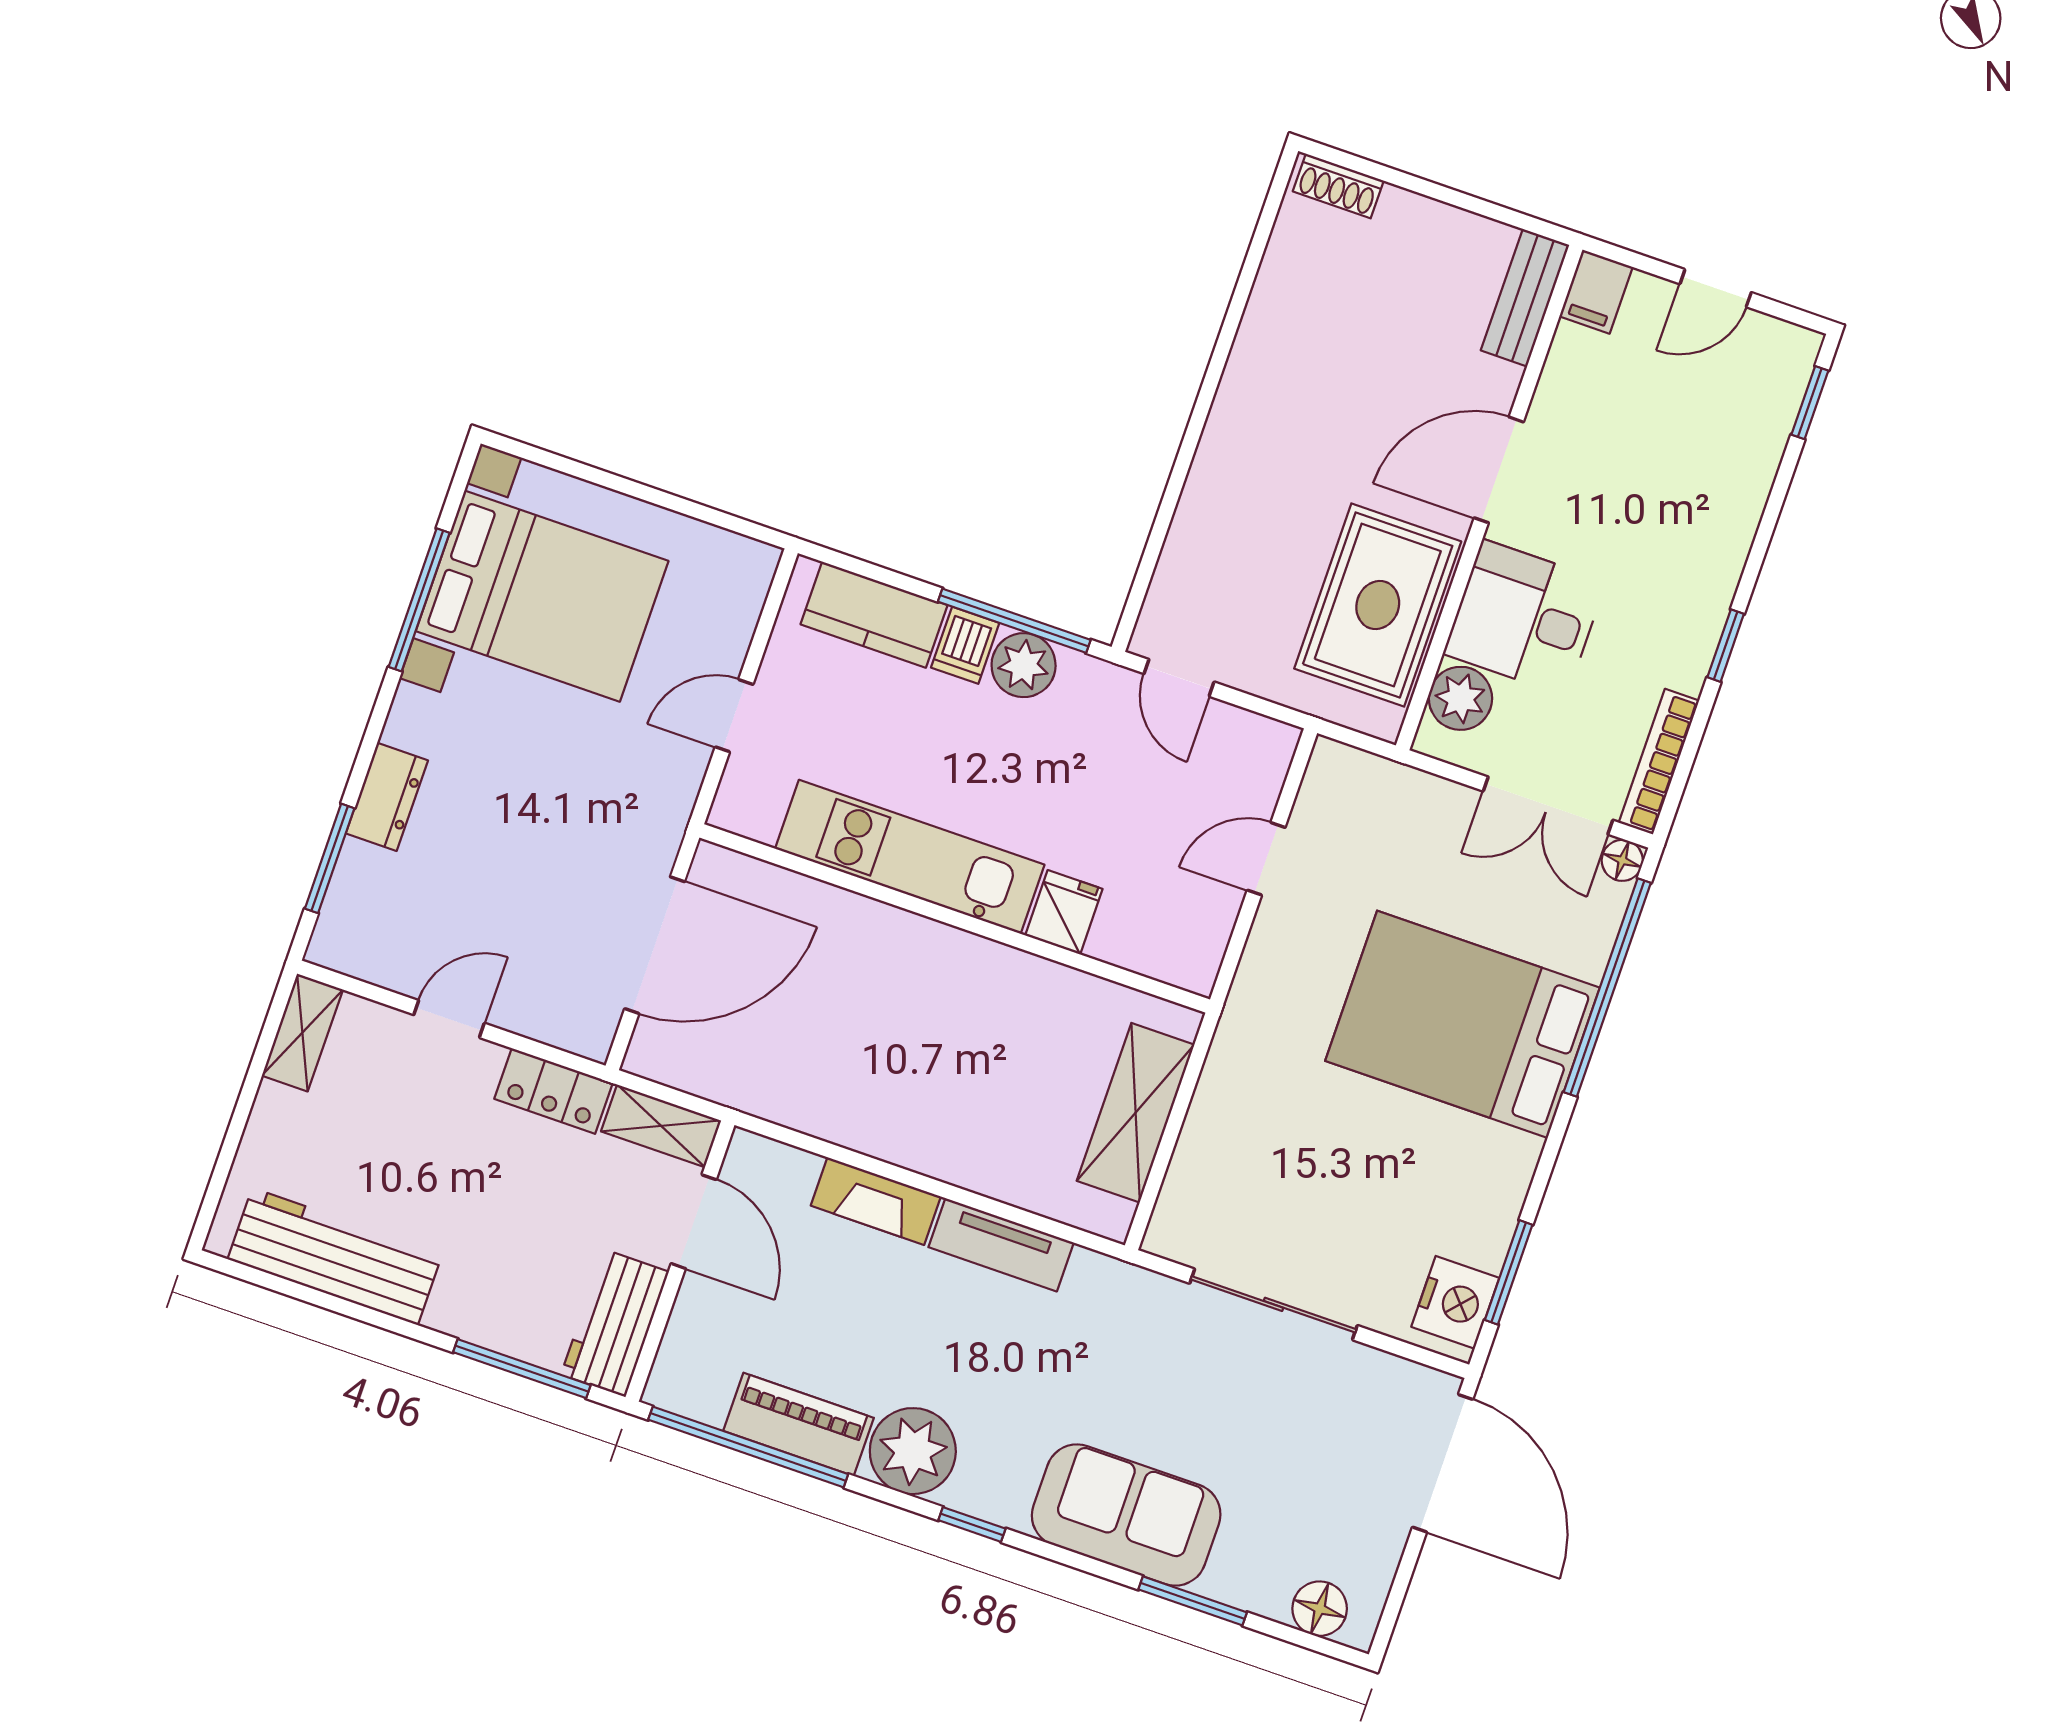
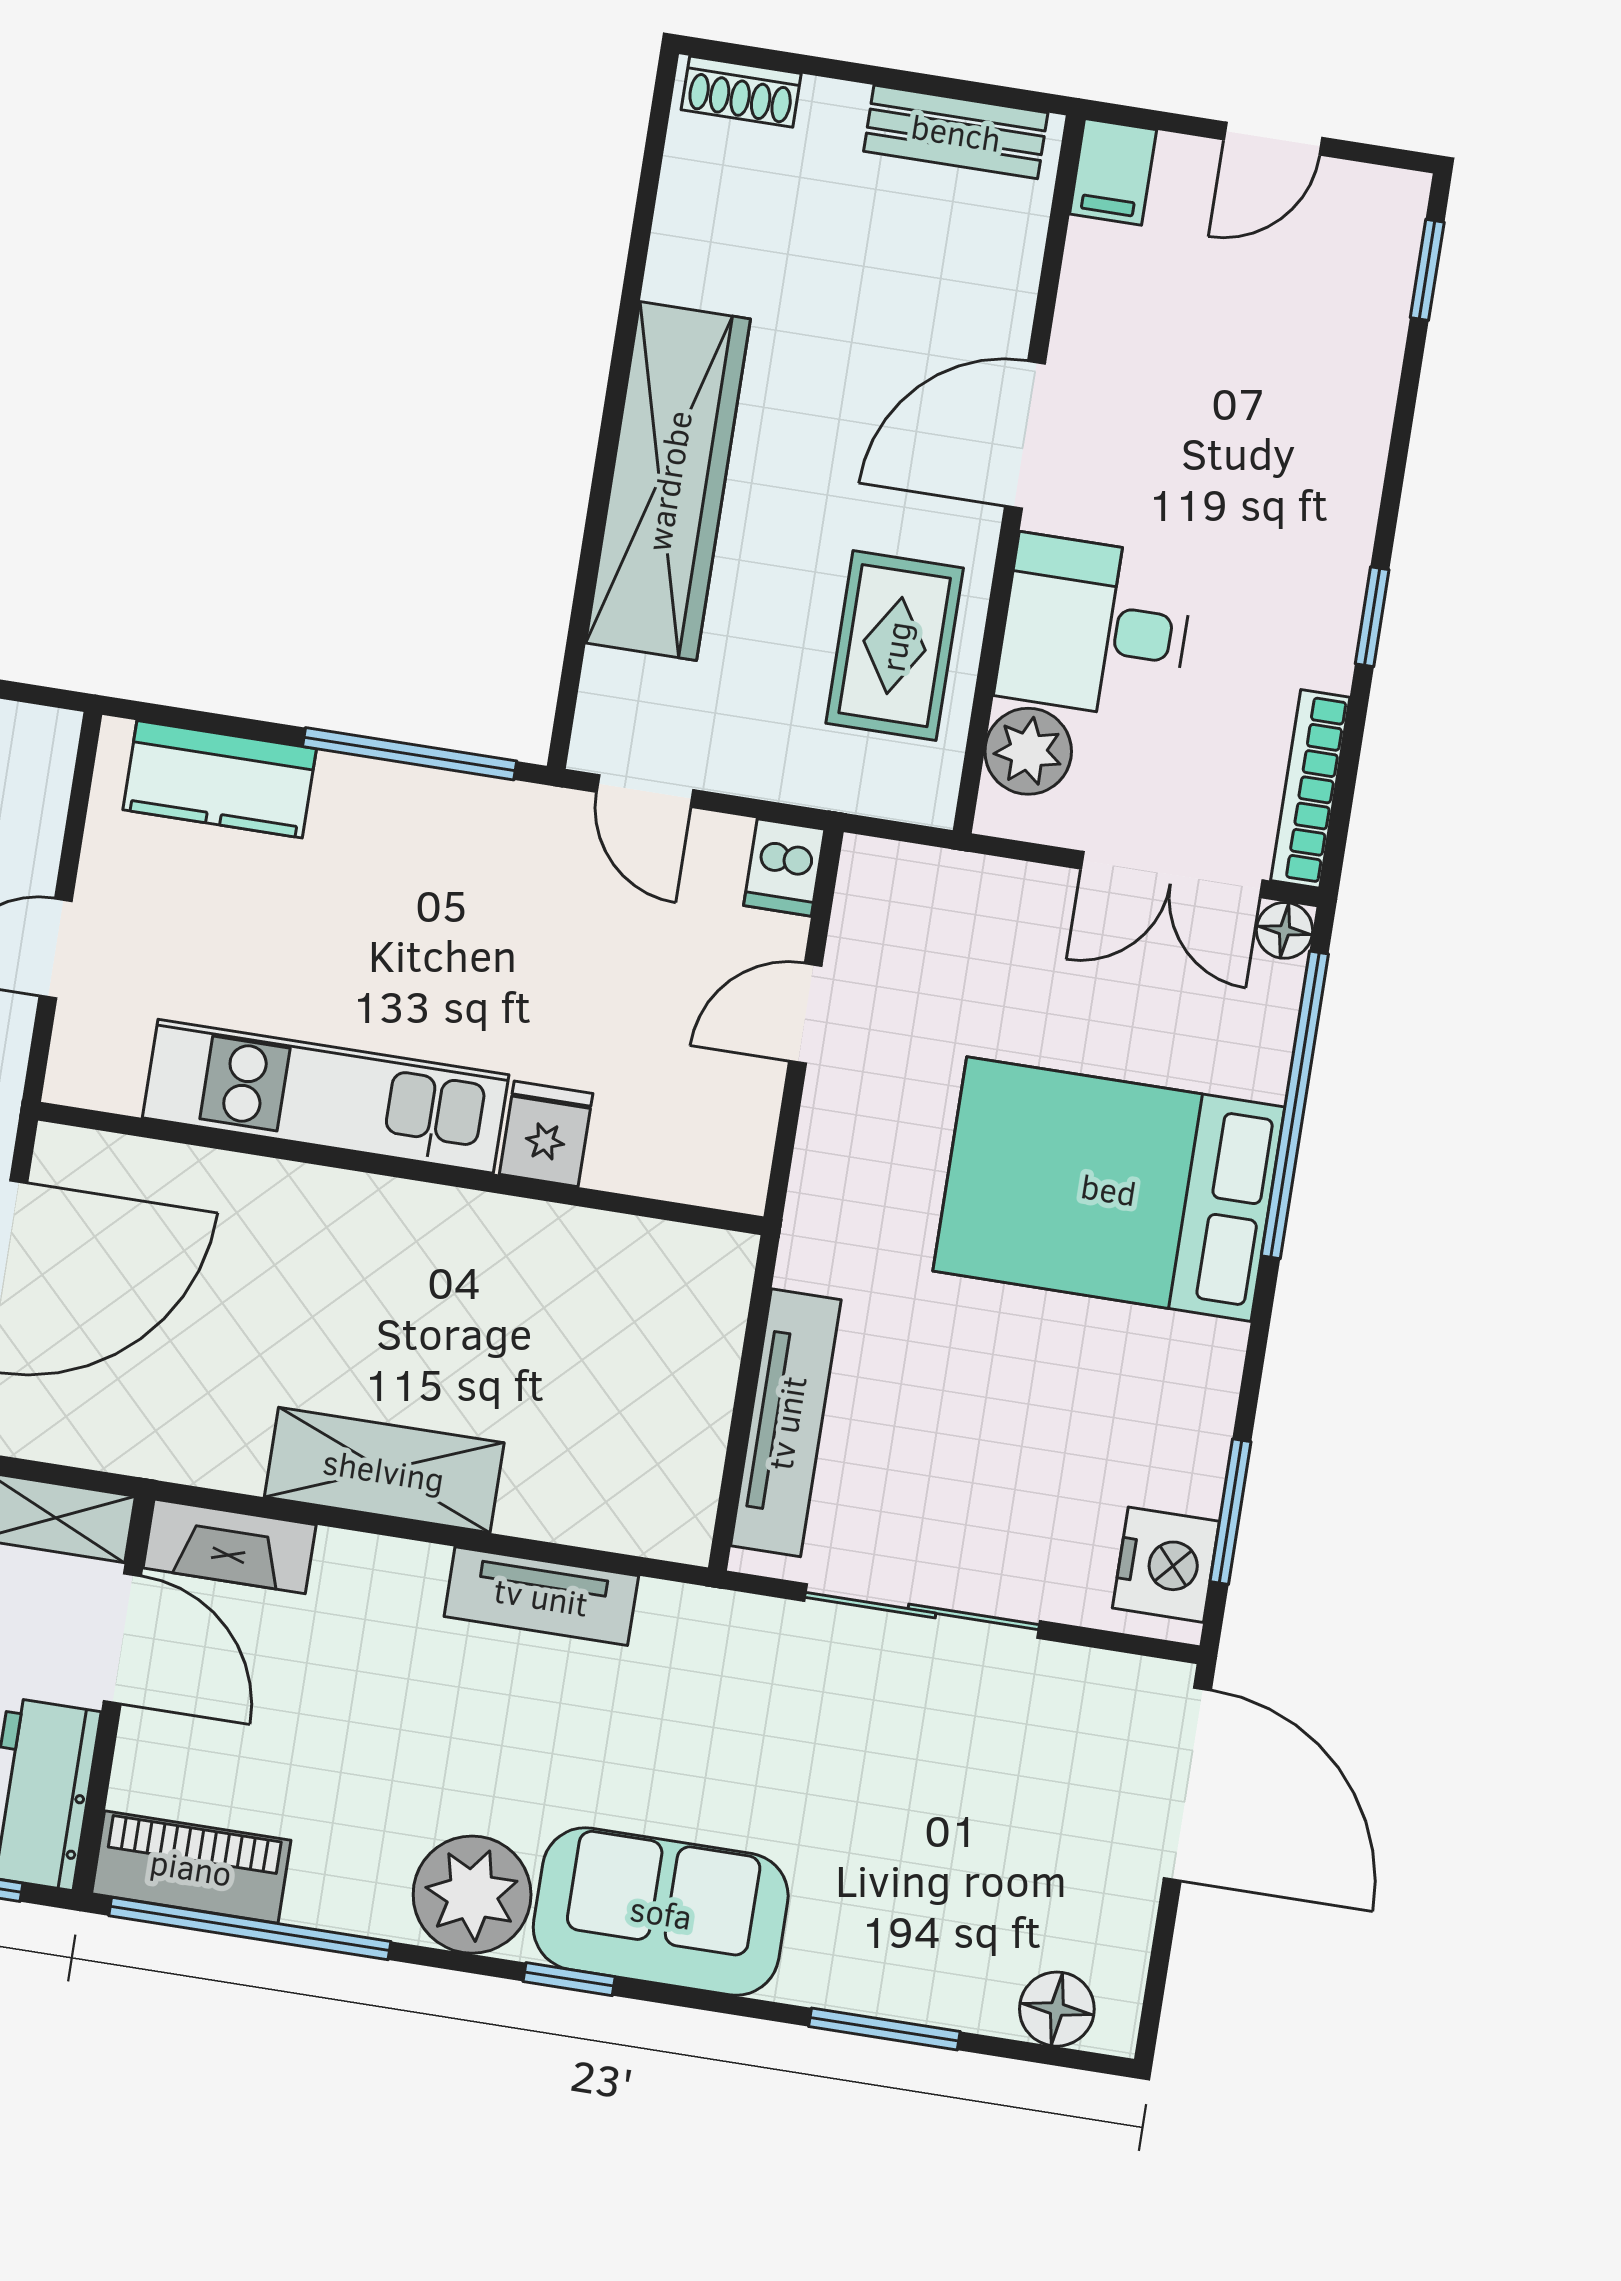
bench: (1525, 298) -> (956, 132), moved, turned 90
wardrobe: (1236, 457) -> (668, 481), added
rug: (1378, 605) -> (895, 646), width x0.73, depth x0.70
dishwasher: (965, 645) -> (784, 867), moved
plant: (1024, 665) -> (433, 811), removed
shelving: (1136, 1113) -> (384, 1470), moved, turned 90
tv unit: (1200, 1151) -> (786, 1423), added
fireplace: (876, 1201) -> (230, 1546), moved
piano: (799, 1424) -> (191, 1867), moved
sofa: (1126, 1515) -> (661, 1912), moved

